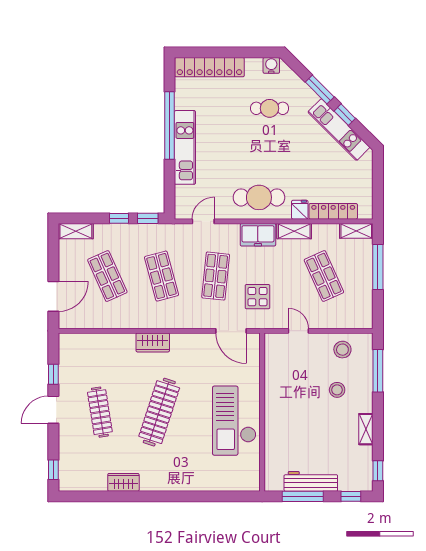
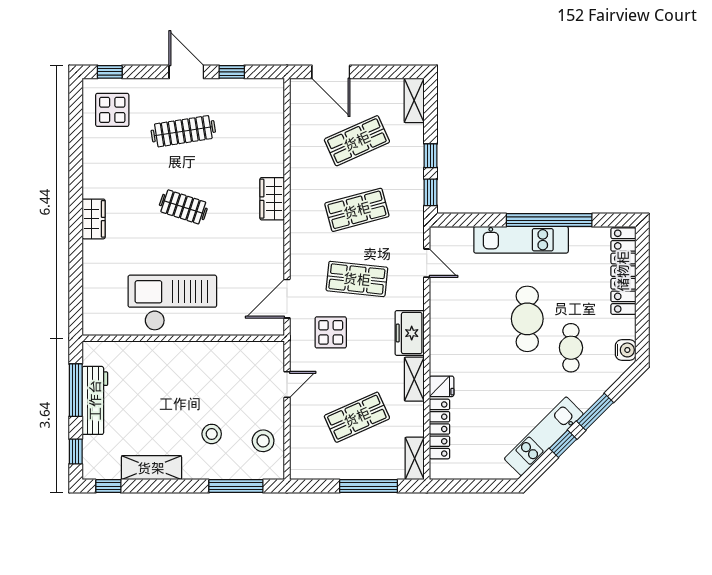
cafe table: (259, 197) -> (527, 319), moved
clothes rail: (159, 412) -> (183, 207), width x0.54, depth x0.76
shelving: (366, 429) -> (151, 468), width x1.50, depth x1.33
display table: (83, 468) -> (112, 110), added
wardrobe: (123, 482) -> (94, 219), moved

